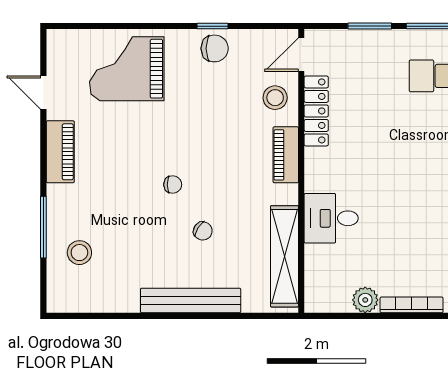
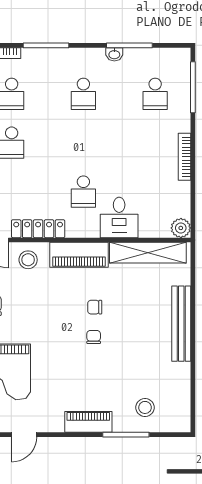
piano: (60, 152) -> (88, 422), moved
piano: (286, 155) -> (79, 255), width x1.37, depth x1.33
school desk: (366, 171) -> (83, 192), added
chair: (203, 231) -> (95, 307), moved, turned -123
plant: (365, 300) -> (181, 228), moved

